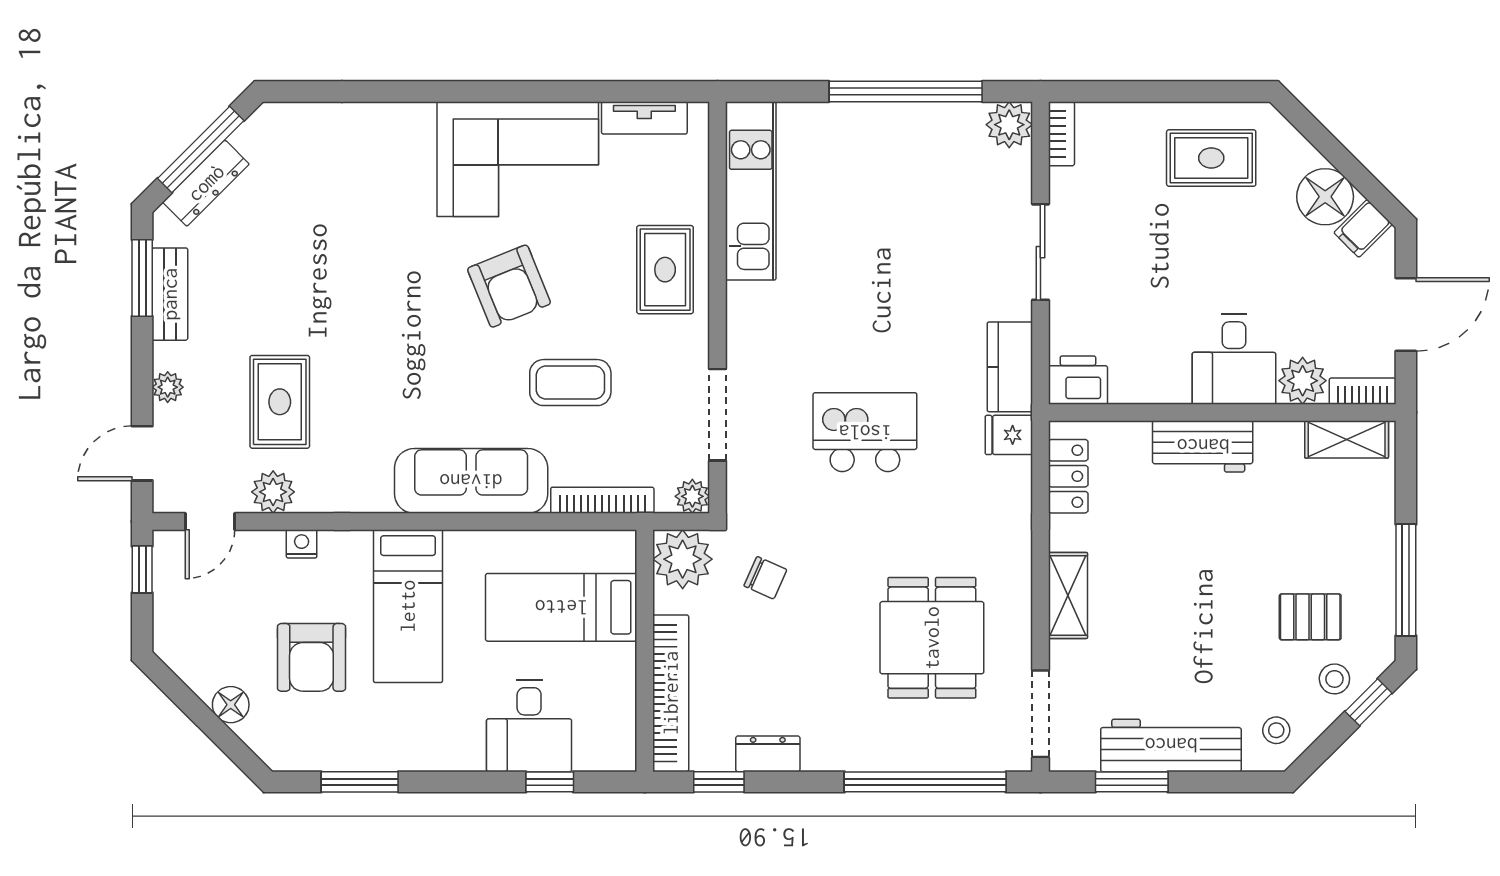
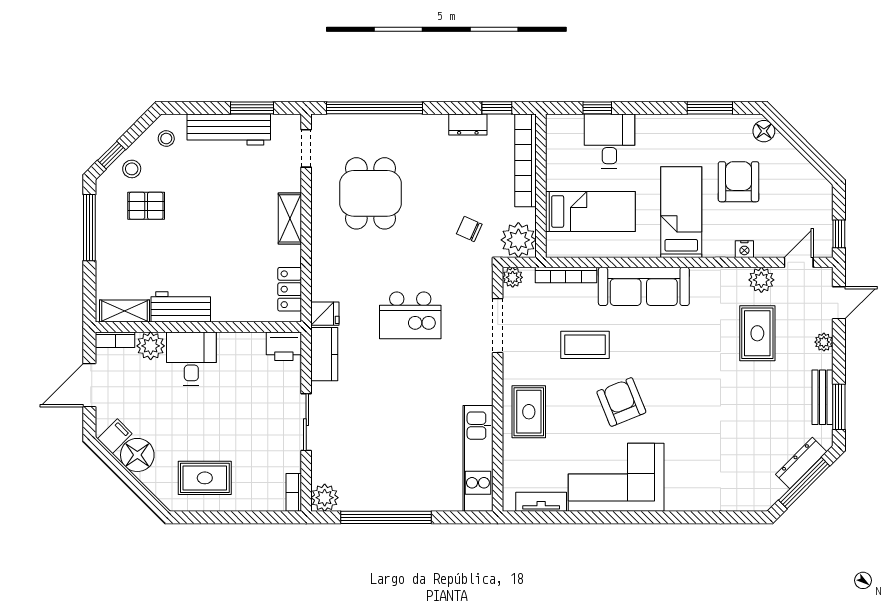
workbench: (1203, 446) -> (181, 307), moved
floor lamp: (231, 705) -> (764, 131), moved
doorway: (1040, 714) -> (306, 148), width x0.73

